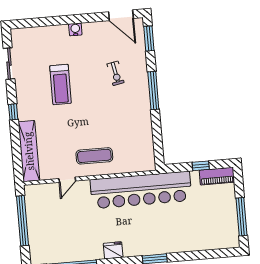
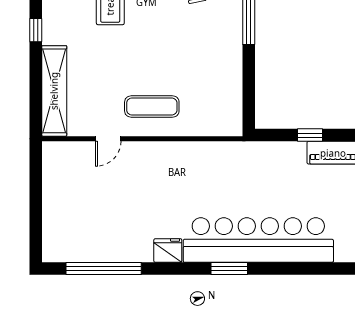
bar counter: (141, 190) -> (258, 240), moved, turned 180
window: (23, 221) -> (36, 194), removed

